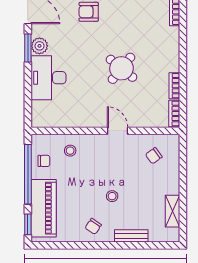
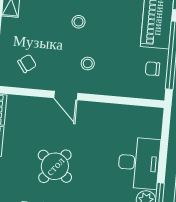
stool: (70, 151) -> (88, 63), moved

